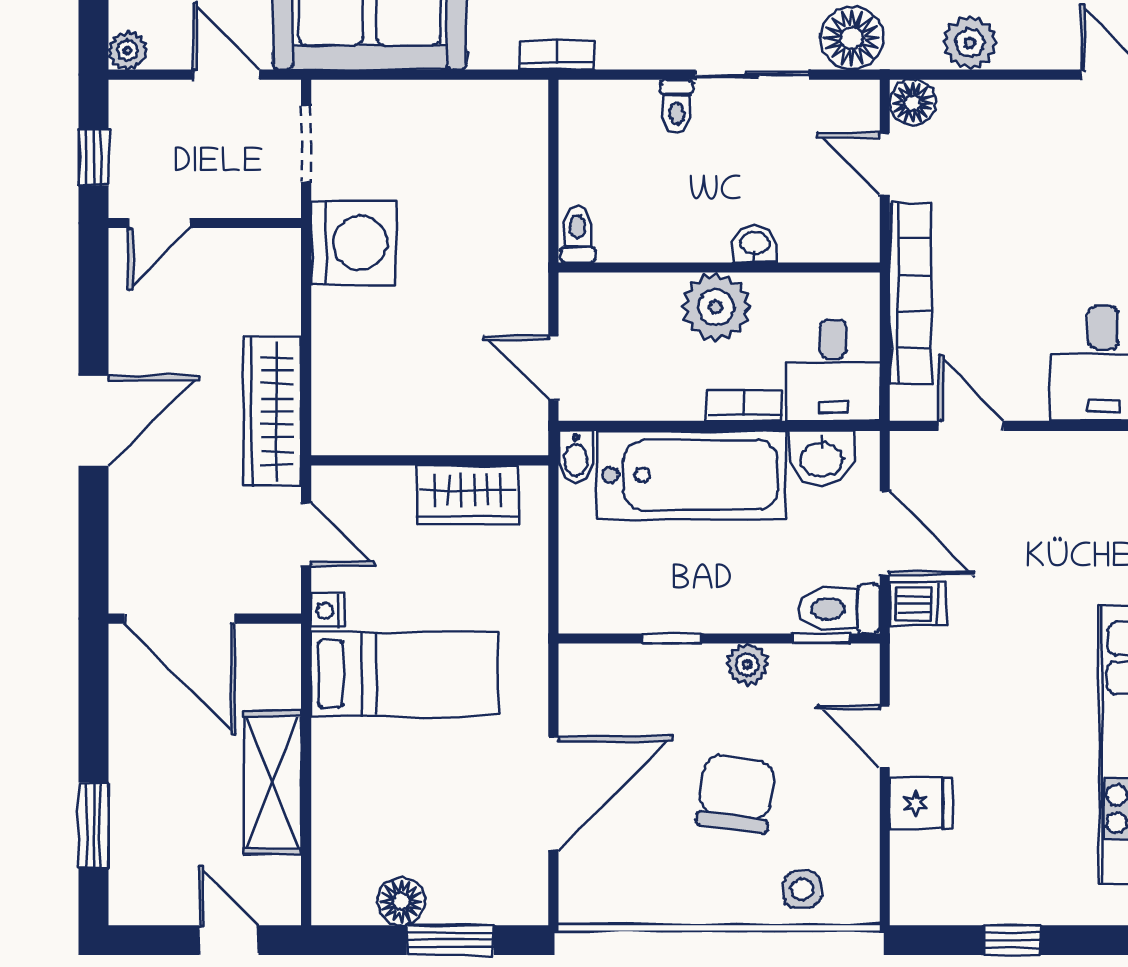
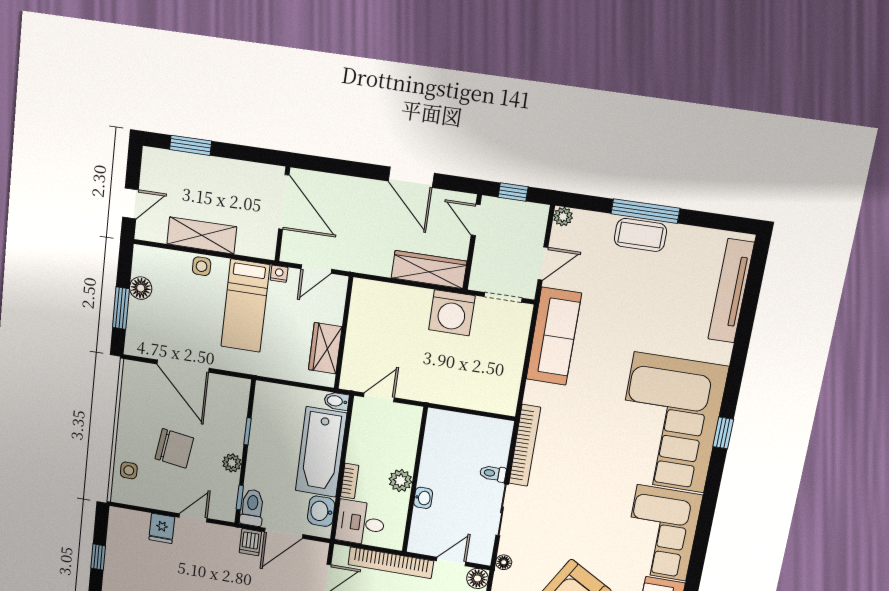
floor lamp: (852, 38) -> (504, 562), width x0.53, depth x0.53
bookcase: (557, 55) -> (525, 445), width x2.31, depth x1.31
toilet: (578, 234) -> (440, 418), removed
plant: (716, 307) -> (400, 481), width x0.73, depth x0.73
wardrobe: (272, 411) -> (429, 270), moved
door: (93, 421) -> (411, 177), moved
door: (180, 619) -> (284, 202), swing flipped
side table: (336, 776) -> (202, 266), added

